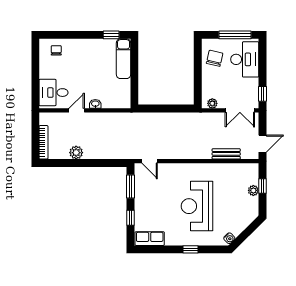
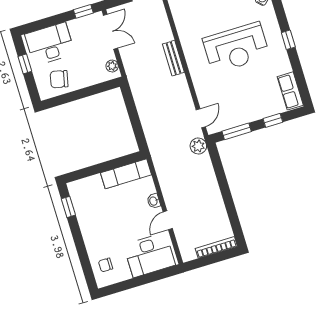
window: (235, 35) -> (25, 64), width x0.46
exam couch: (124, 59) -> (126, 174), moved
desk: (54, 93) -> (149, 255), width x1.37
door: (77, 110) -> (168, 220), hinge flipped
plant: (76, 153) -> (198, 146), moved
bench: (226, 154) -> (173, 58), moved

